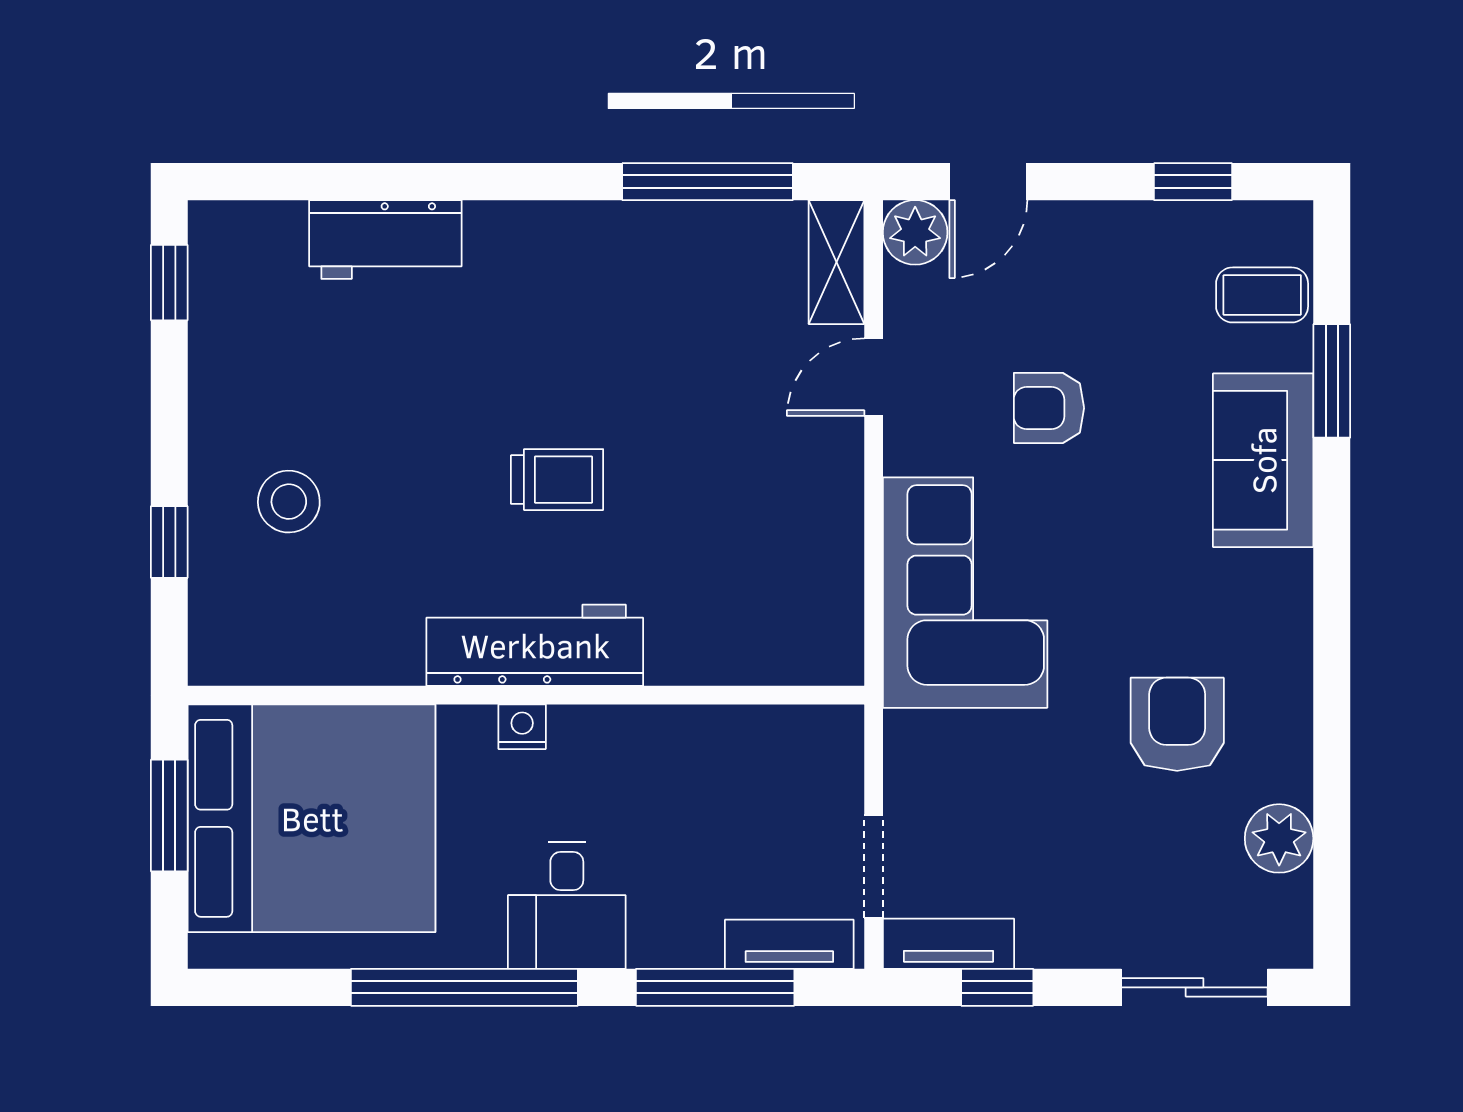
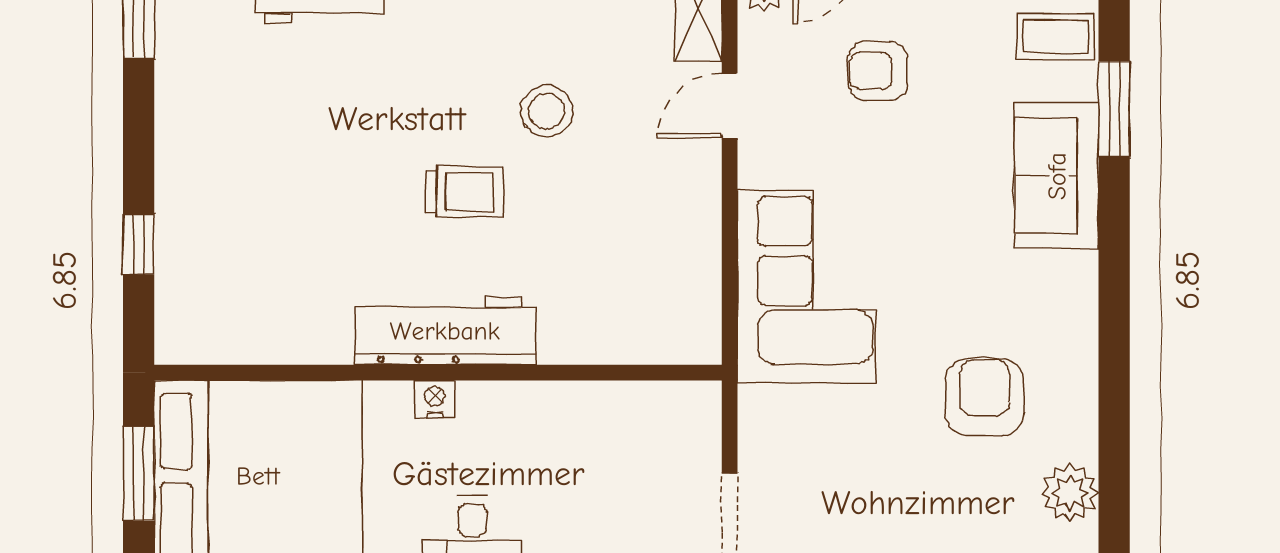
armchair: (1049, 408) -> (878, 71), moved
stool: (289, 502) -> (547, 111), moved

